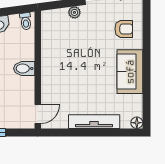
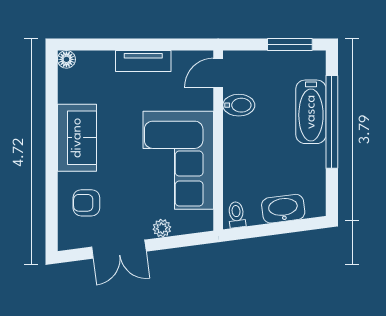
corner sofa: (64, 57) -> (178, 160), added
bidet: (24, 68) -> (239, 105), moved
tv unit: (94, 122) -> (143, 61), width x0.71

